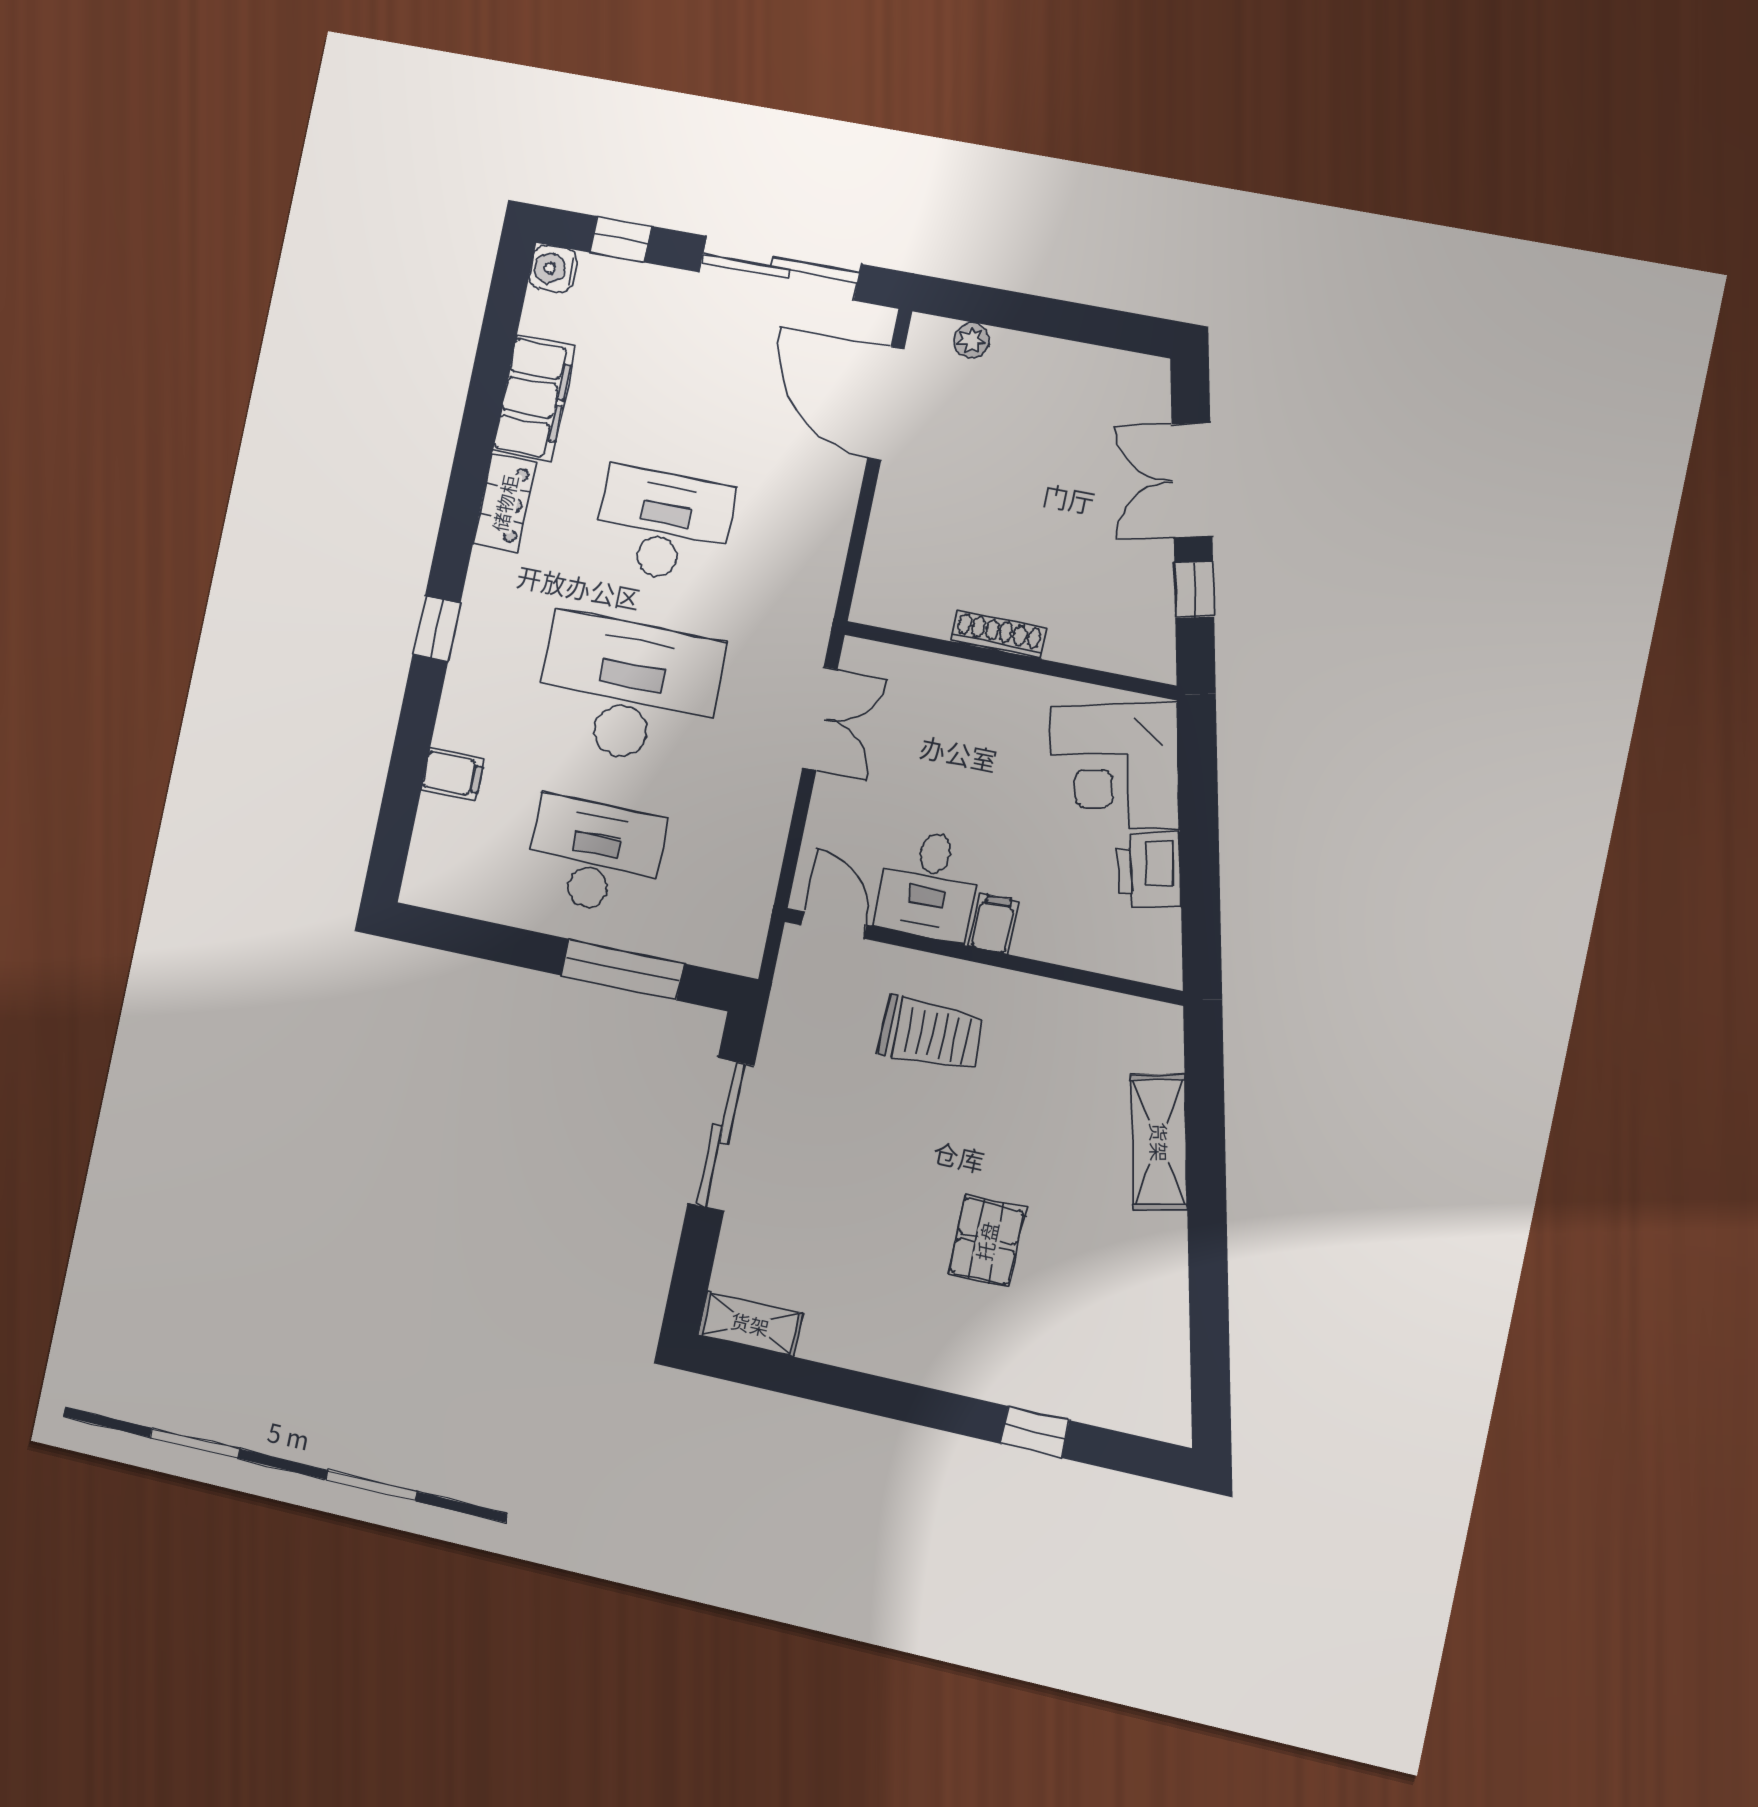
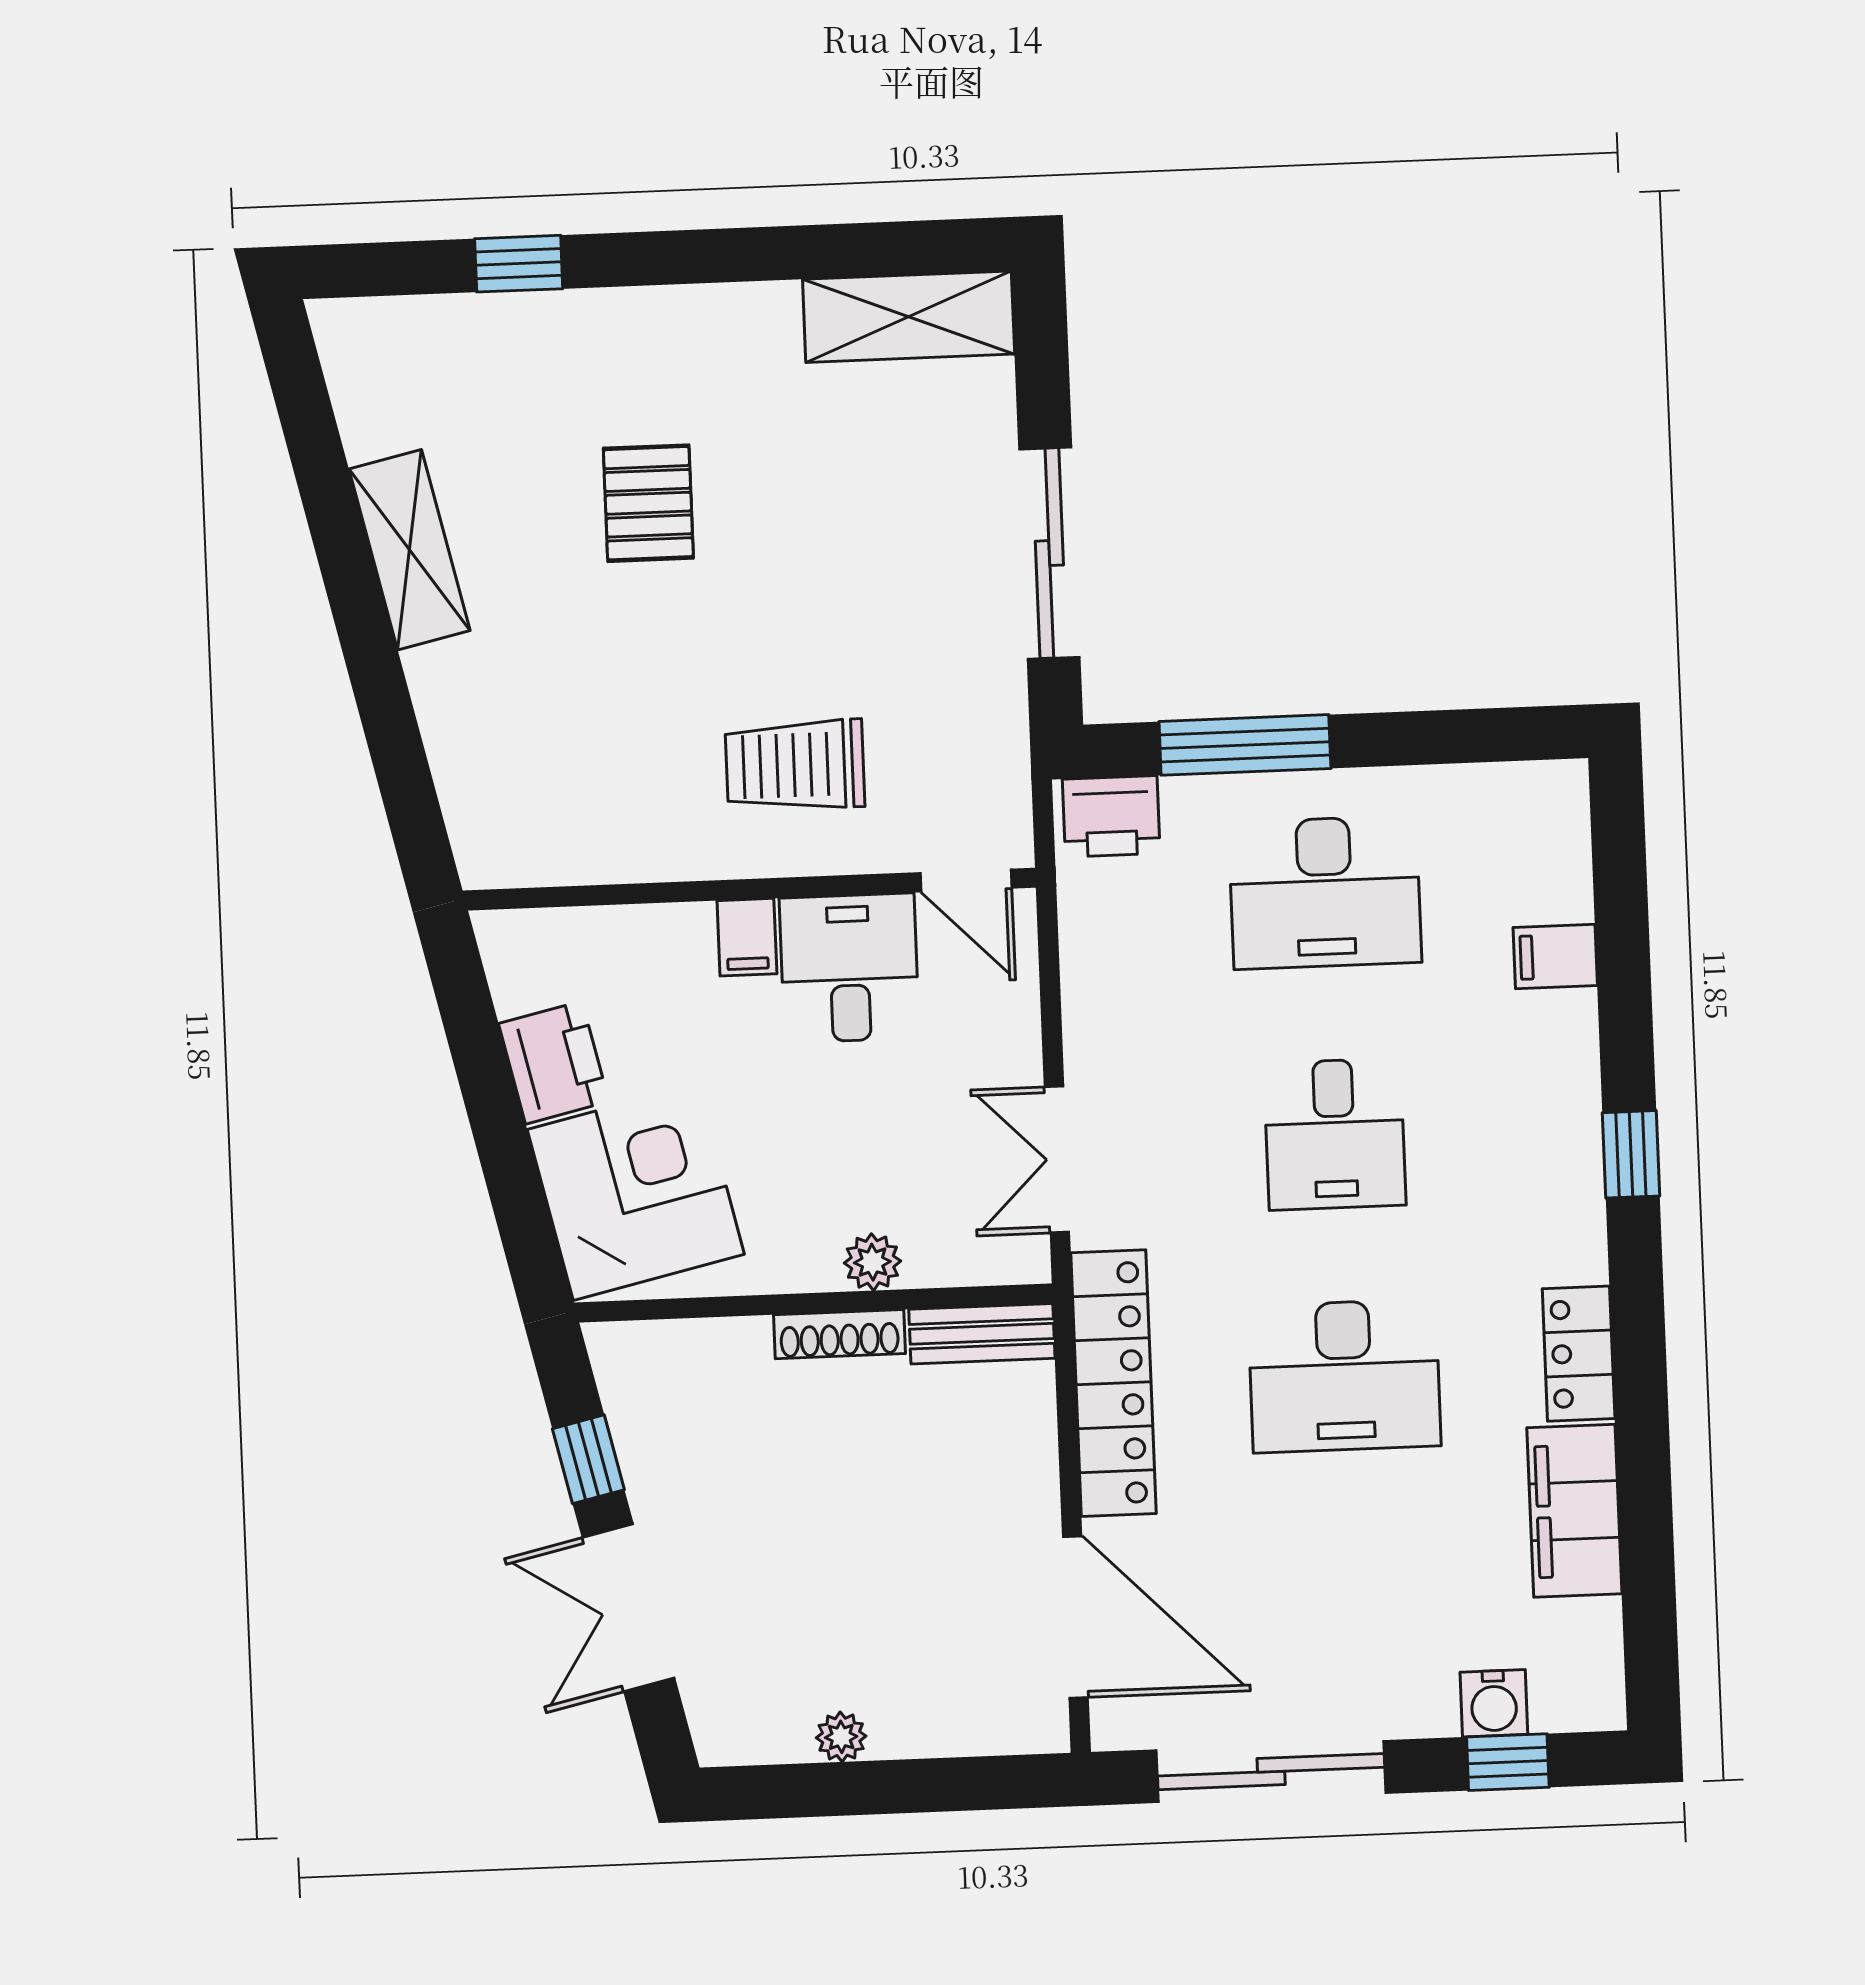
water cooler: (553, 269) -> (1494, 1703), moved, turned 90
plant: (971, 340) -> (841, 1737), moved
double door: (1192, 480) -> (628, 1608), swing flipped
locker: (820, 557) -> (1113, 1383), added
bench: (901, 612) -> (982, 1334), added
plant: (963, 679) -> (872, 1262), added
desk: (629, 690) -> (1335, 1134), width x0.53, depth x0.77
printer: (724, 944) -> (1111, 816), added
shelving: (1159, 1142) -> (409, 550), moved
shelving: (750, 1324) -> (909, 317), width x1.50, depth x1.33

